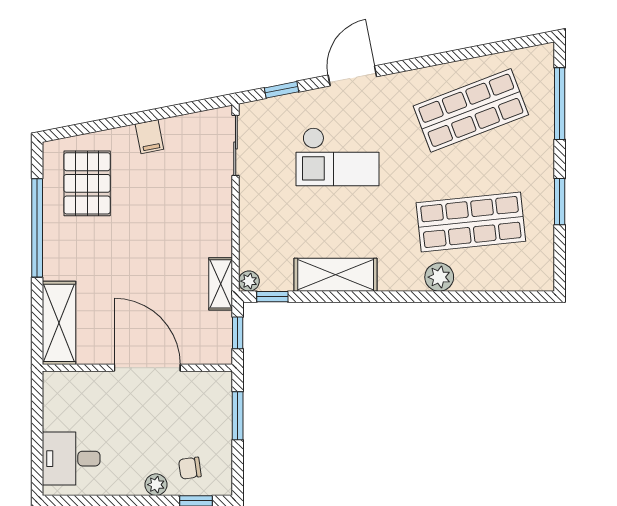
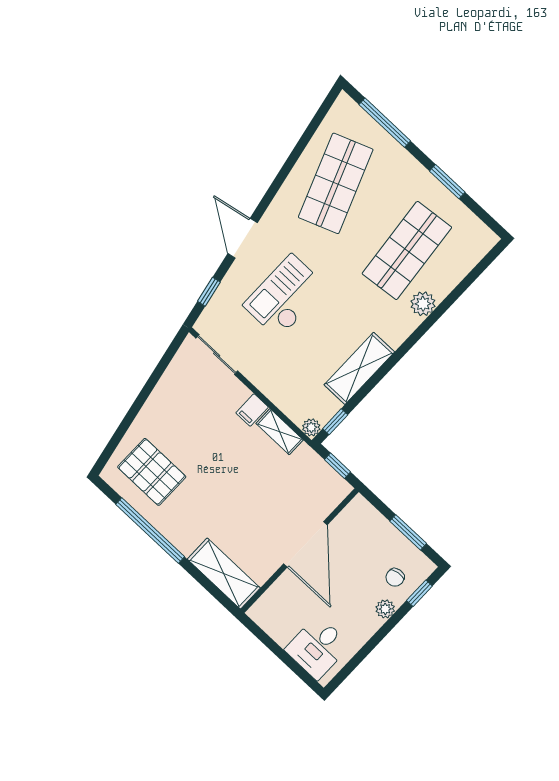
filing cabinet: (149, 137) -> (252, 410), moved, turned 101
checkout: (337, 157) -> (285, 296), turned 180
shelving: (221, 284) -> (280, 432), moved
door: (147, 368) -> (305, 544), swing flipped
window: (238, 416) -> (408, 532), moved

